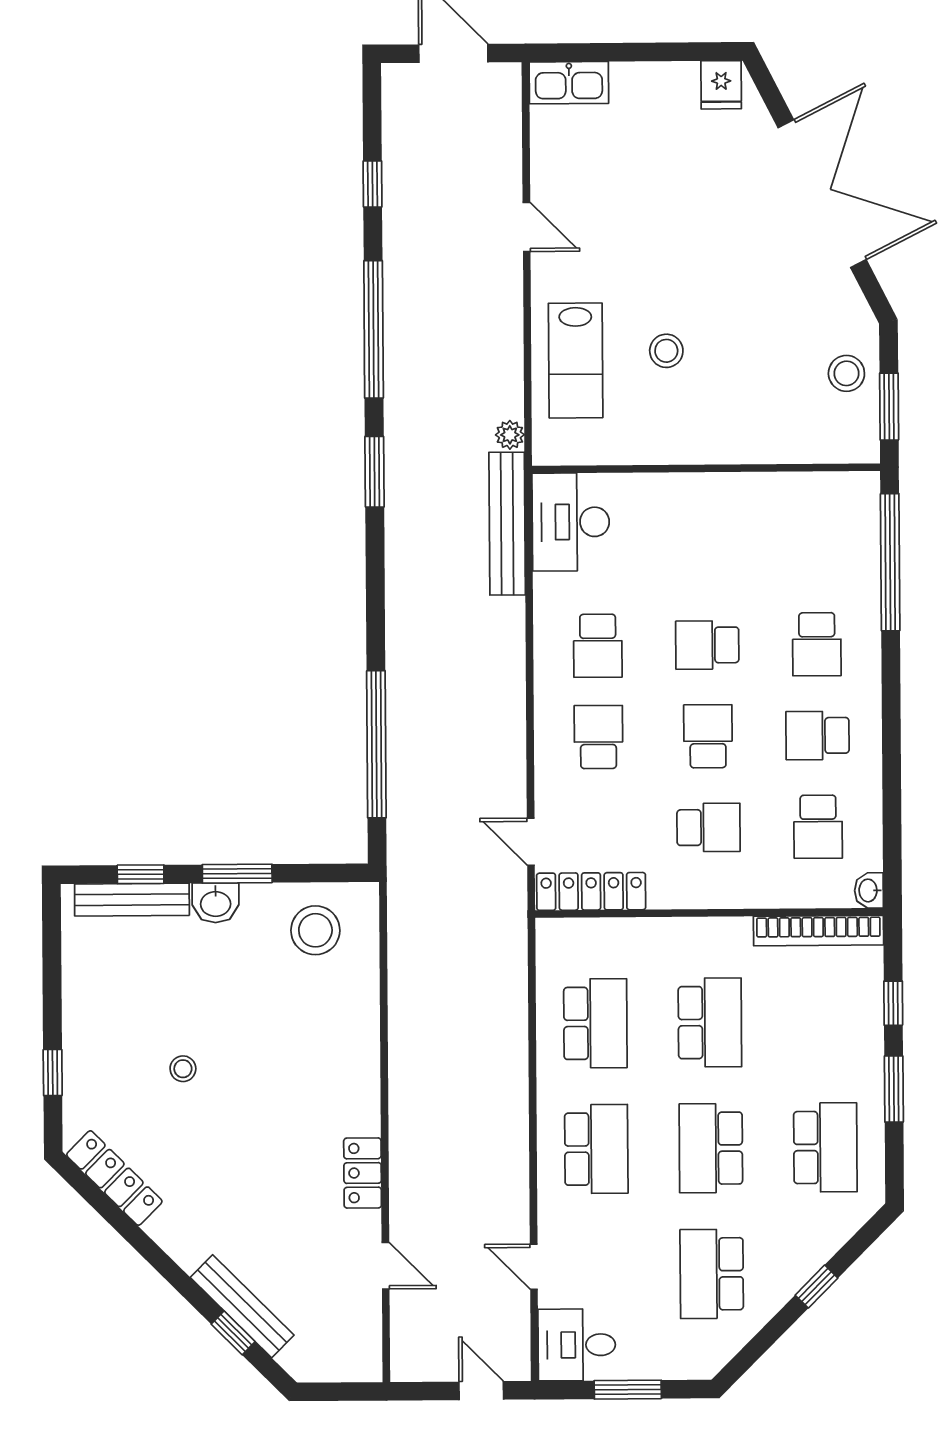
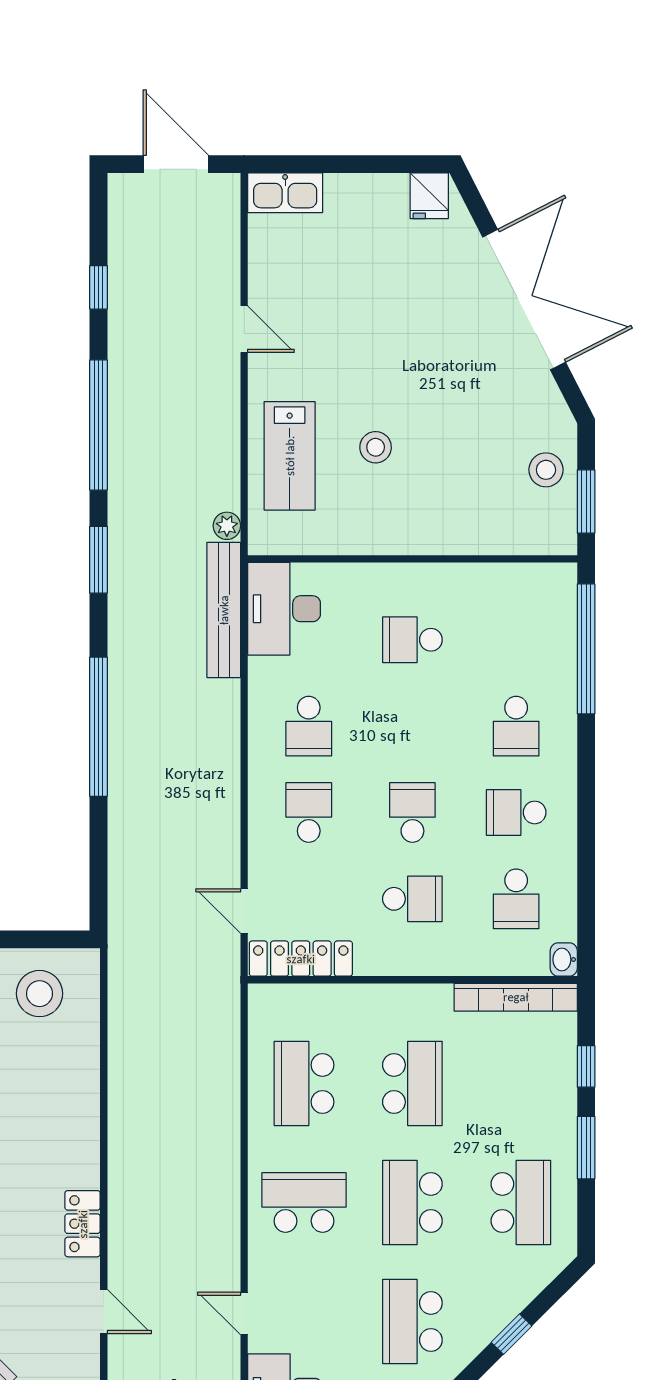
school desk: (707, 645) -> (412, 640), moved
window: (376, 744) -> (98, 727), moved
school desk: (595, 1023) -> (304, 1083), turned 180
school desk: (596, 1149) -> (304, 1202), turned -90

